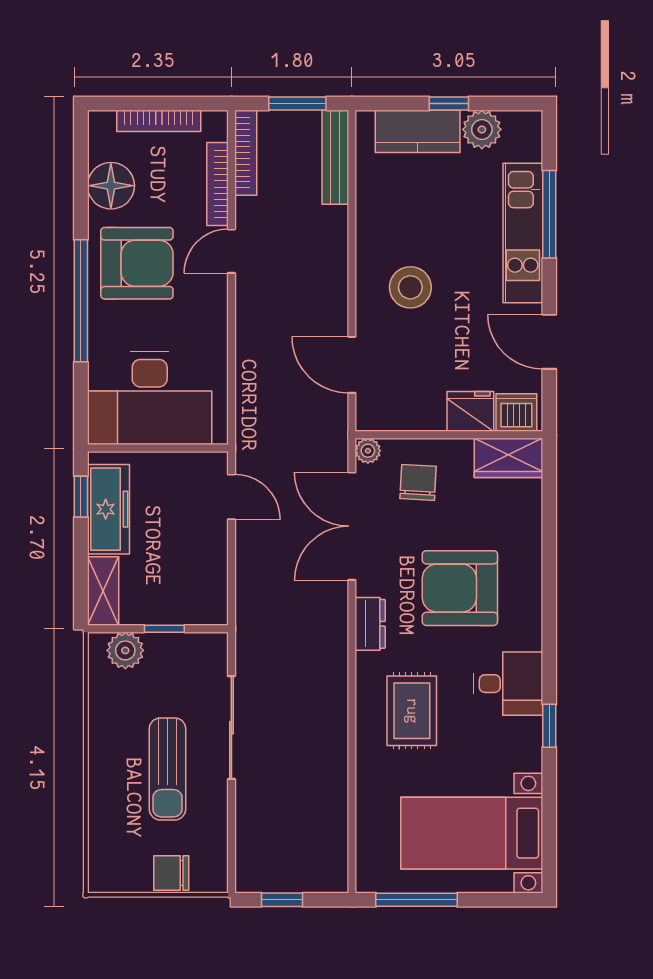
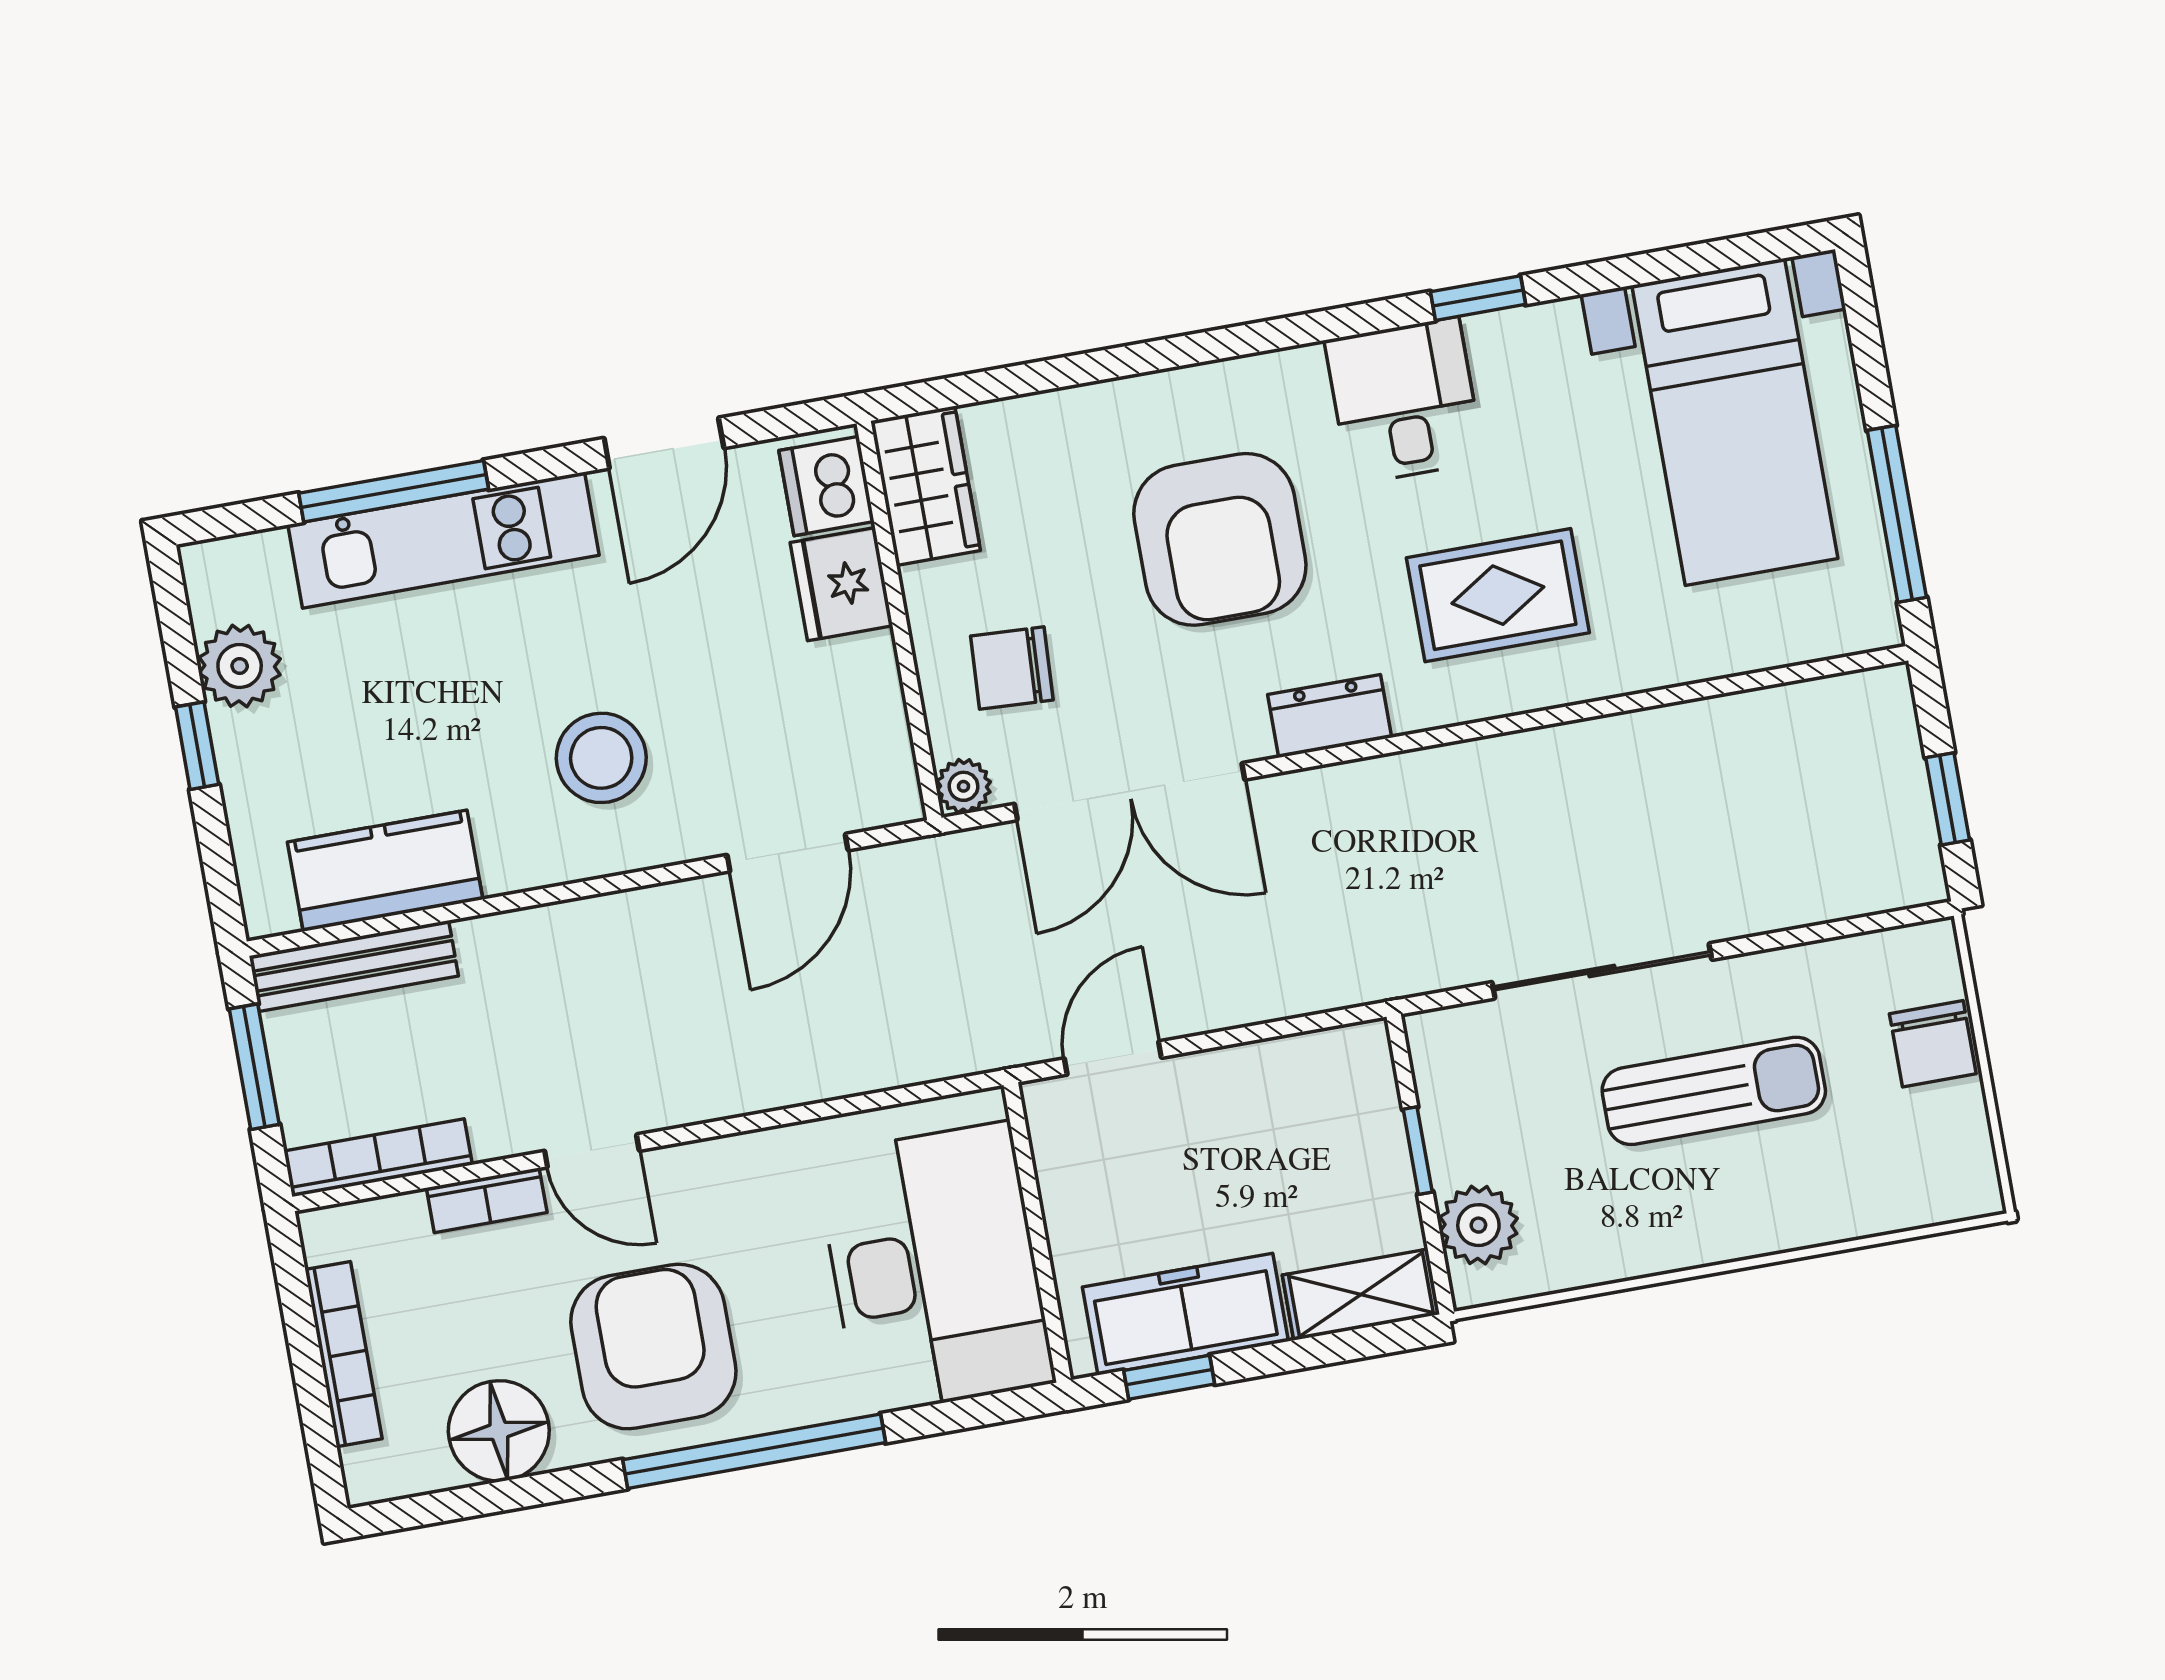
kitchen counter: (418, 131) -> (385, 871), moved, turned -90
bookcase: (217, 184) -> (487, 1200), width x0.64

